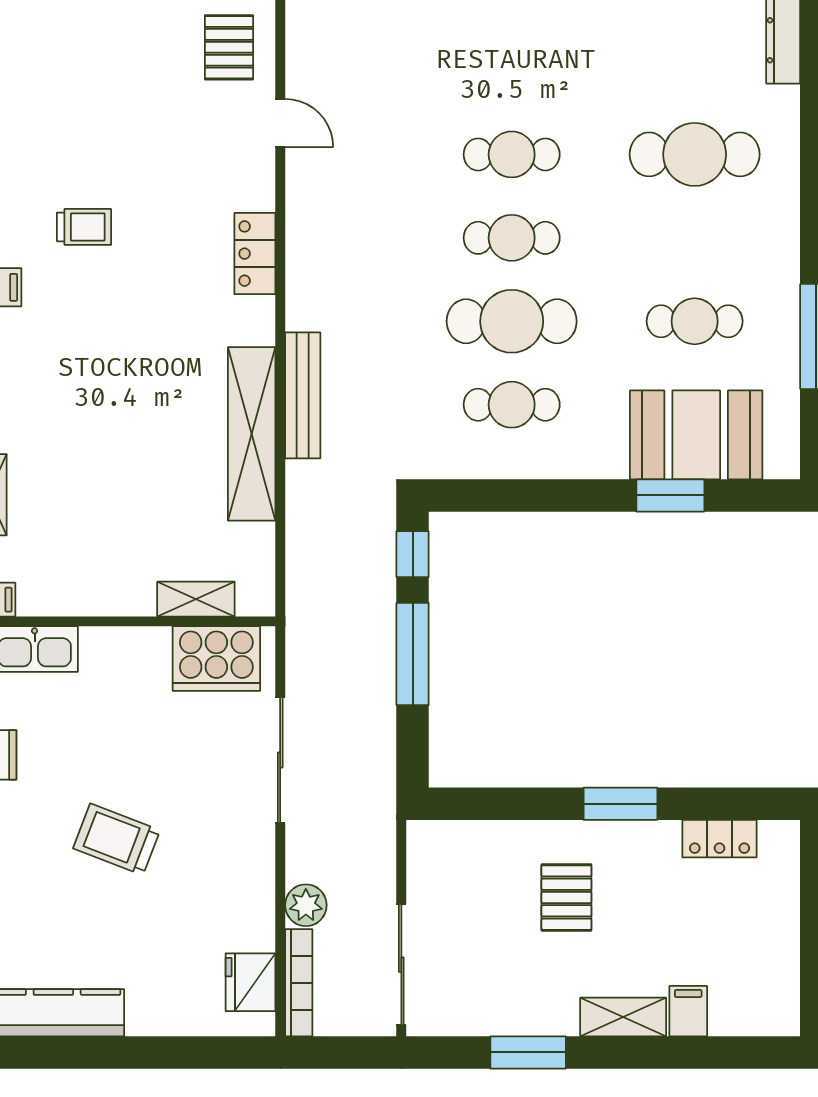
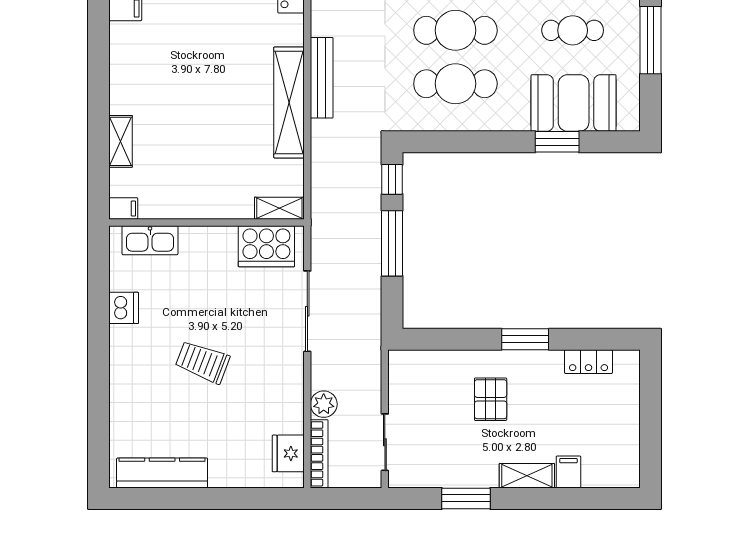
cafe table: (512, 405) -> (455, 84), width x1.37, depth x1.35
shelving: (196, 599) -> (279, 208), moved
sliding door: (401, 965) -> (385, 442), width x0.73

